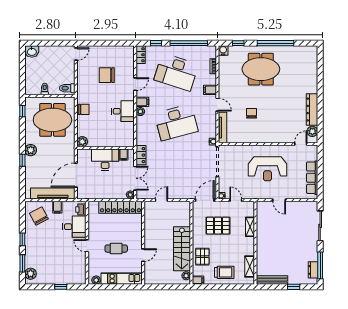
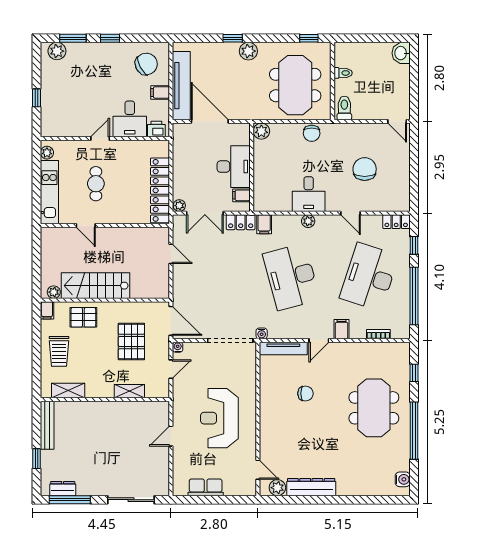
water cooler: (223, 51) -> (403, 479), moved
filing cabinet: (142, 102) -> (264, 224), moved
row of seats: (312, 178) -> (206, 487), width x0.68

